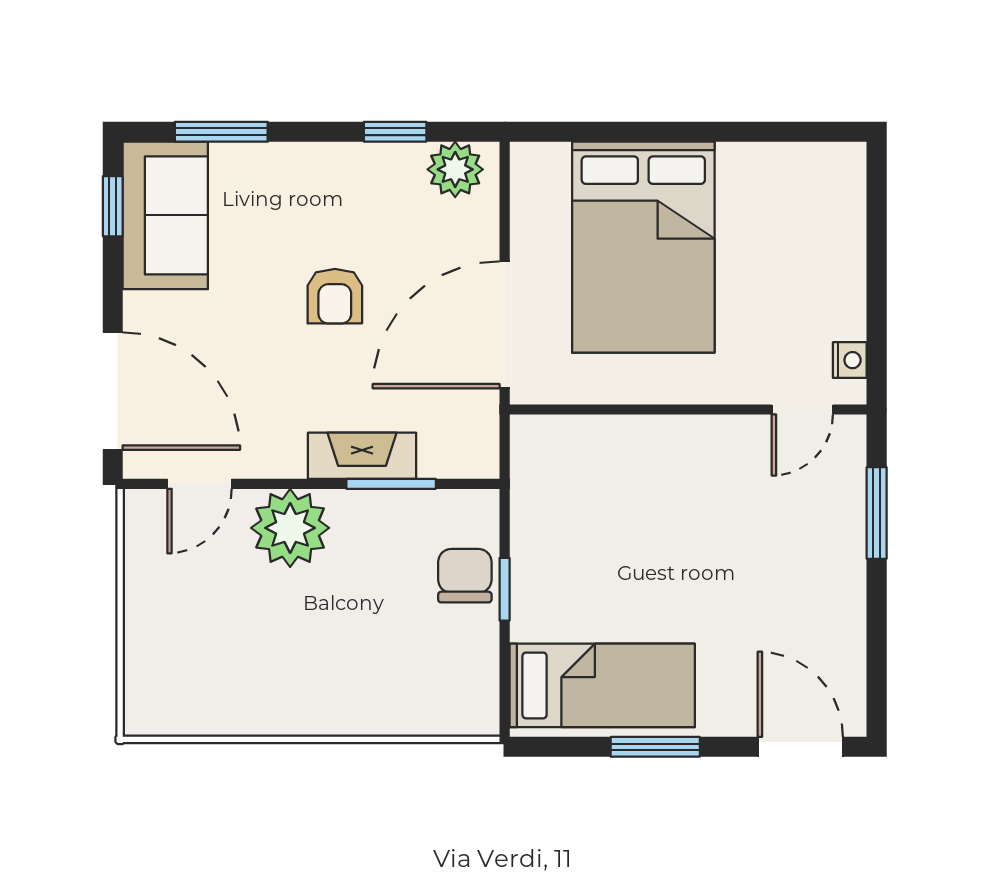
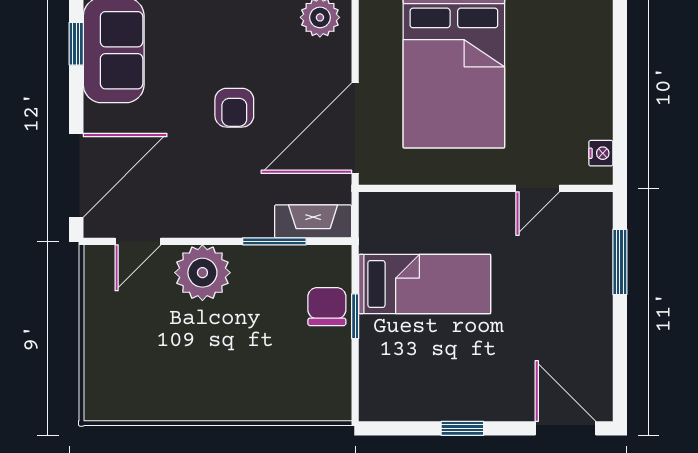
door: (113, 391) -> (76, 175), hinge flipped
door: (802, 410) -> (538, 188), moved
fireplace: (362, 456) -> (313, 221), moved
bed: (602, 685) -> (425, 284), moved
window: (655, 747) -> (462, 428), width x0.67

